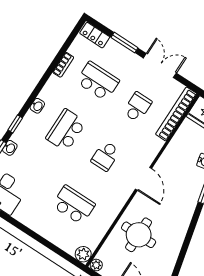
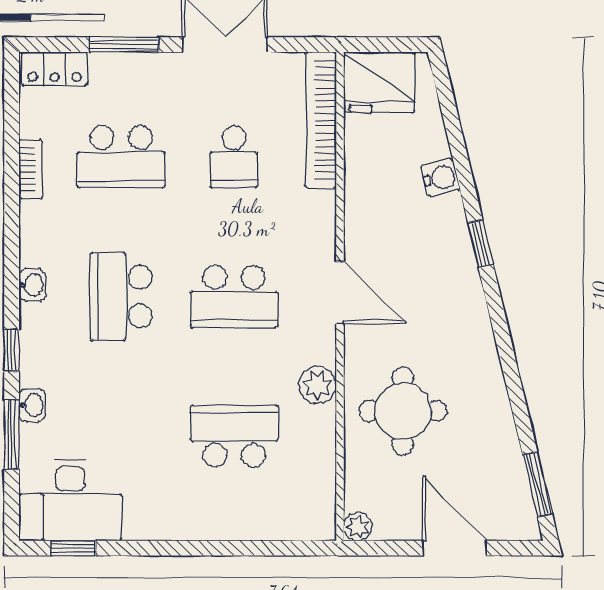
school desk: (98, 81) -> (121, 157), turned 180
school desk: (137, 107) -> (234, 157), turned 180
school desk: (105, 156) -> (234, 296), width x1.85
plant: (83, 254) -> (317, 385), moved

